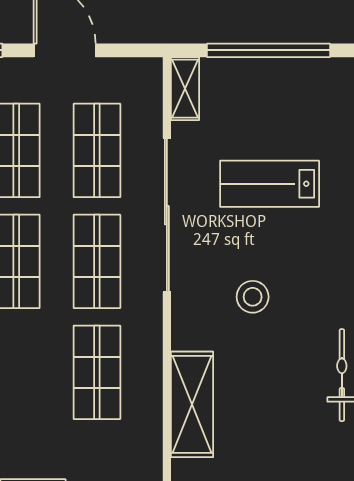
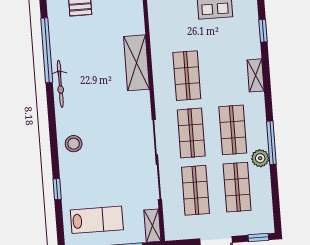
lab bench: (270, 184) -> (97, 220), moved
stool: (253, 297) -> (74, 144), moved

